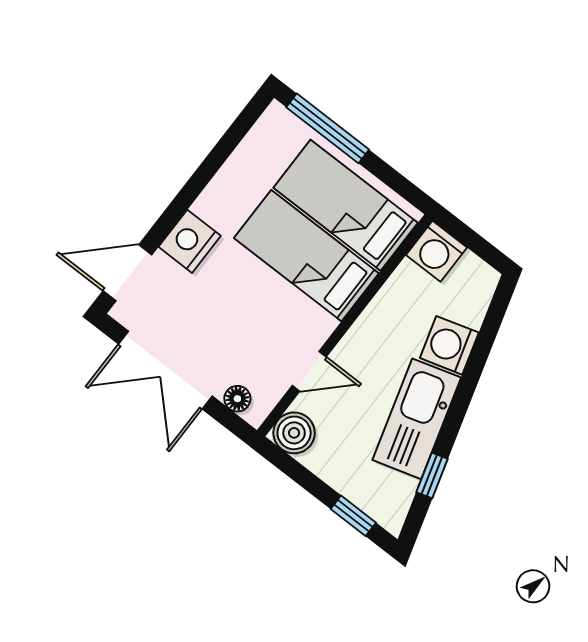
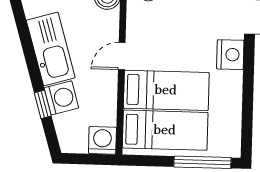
door: (309, 371) -> (122, 56), moved
window: (432, 475) -> (43, 104), moved

